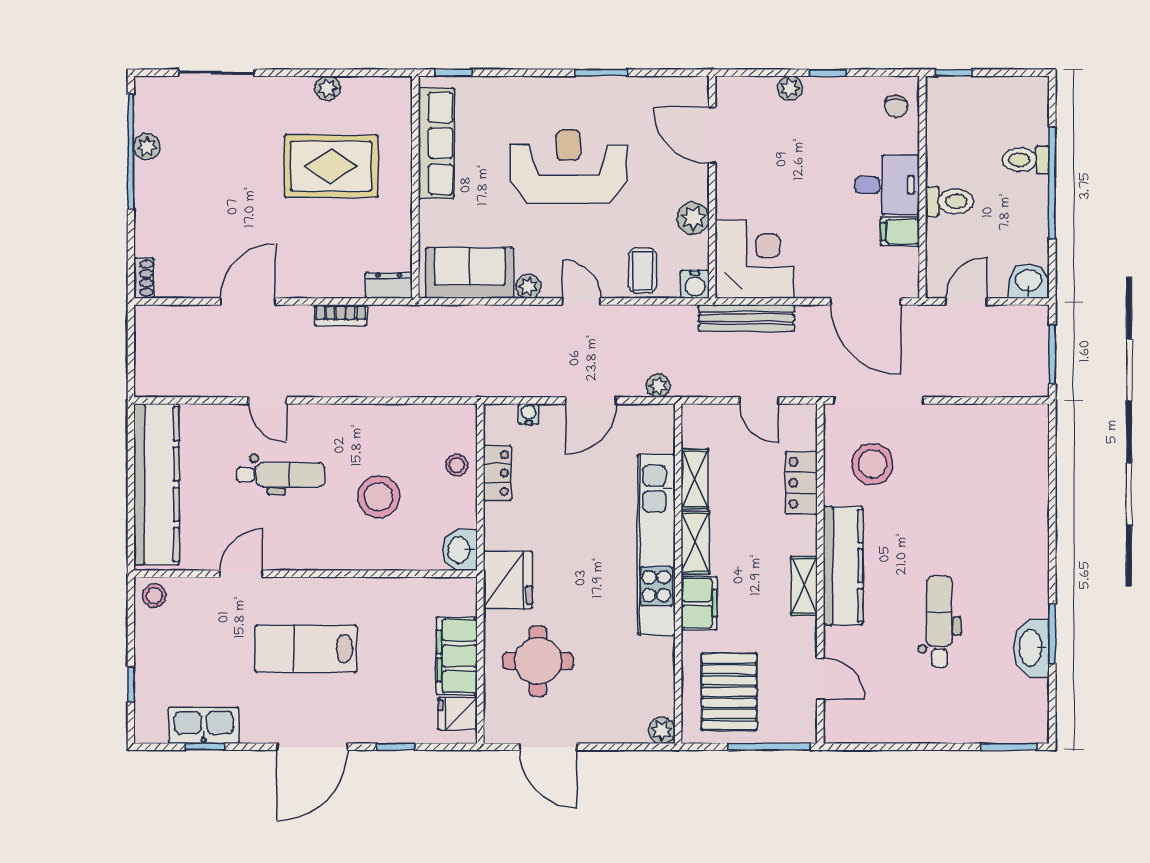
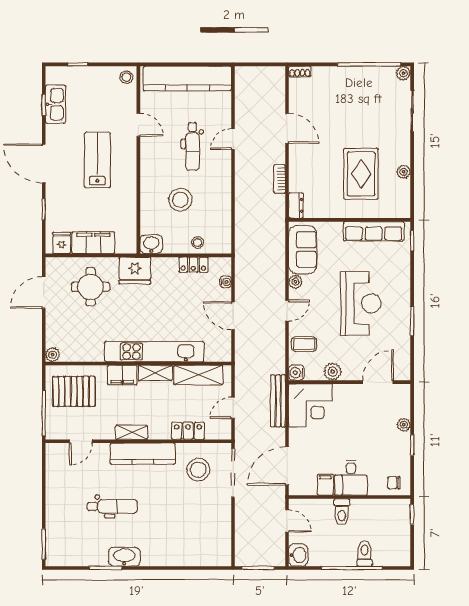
plant: (147, 147) -> (403, 73), moved
plant: (658, 386) -> (241, 353), removed
shelving: (695, 479) -> (198, 375), width x1.50, depth x1.33
washbasin: (1031, 648) -> (124, 557), moved

